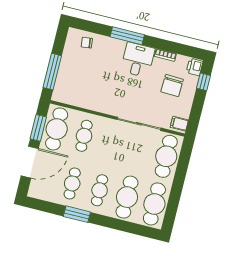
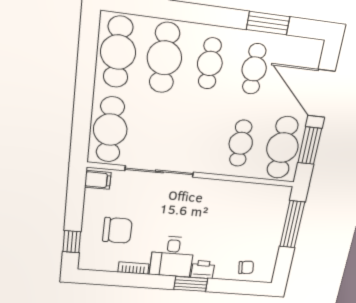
window: (127, 36) -> (191, 284), width x0.69
printer: (195, 67) -> (203, 270), moved, turned -90
chair: (172, 86) -> (117, 230), turned 88
door: (30, 162) -> (321, 94), hinge flipped
window: (77, 214) -> (268, 23), moved

